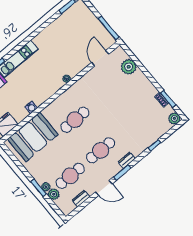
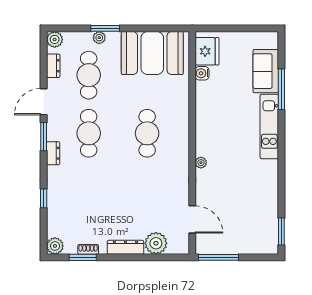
dresser: (144, 81) -> (125, 247), added
water cooler: (31, 107) -> (202, 73), moved
booth: (33, 137) -> (152, 53), moved, turned 90
plant: (54, 194) -> (55, 39), moved

